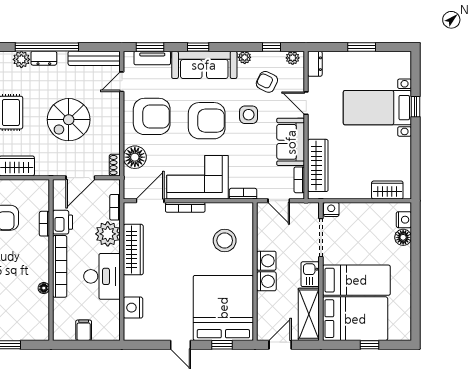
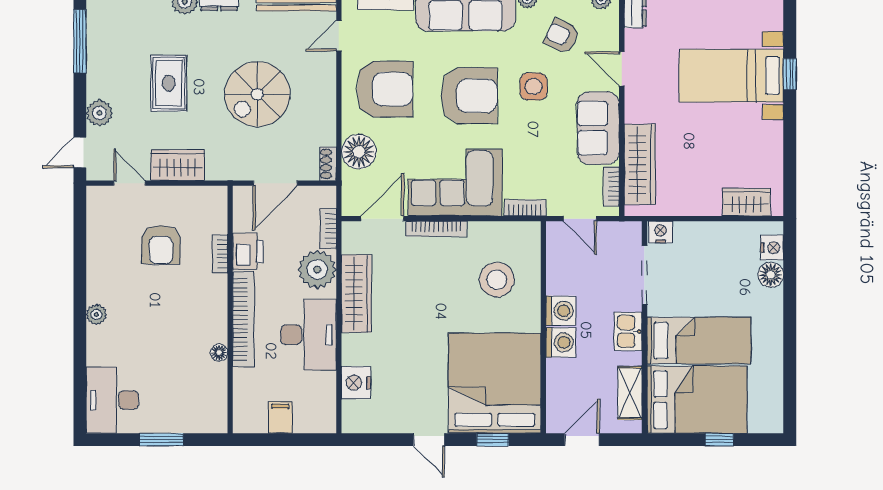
shelving: (309, 314) -> (630, 393), width x0.67, depth x0.75

